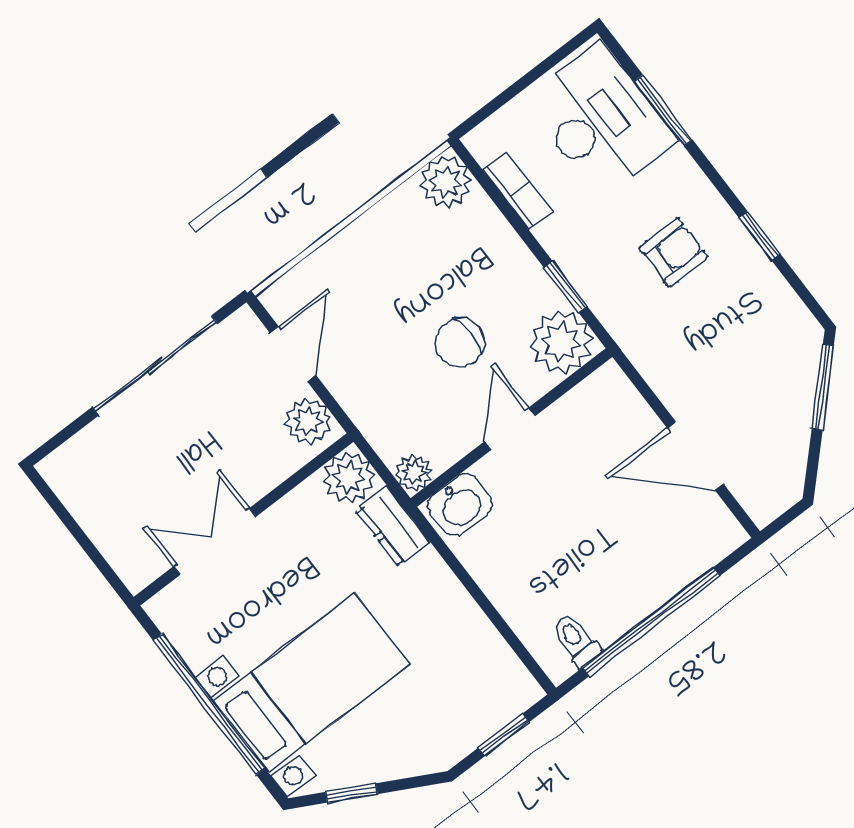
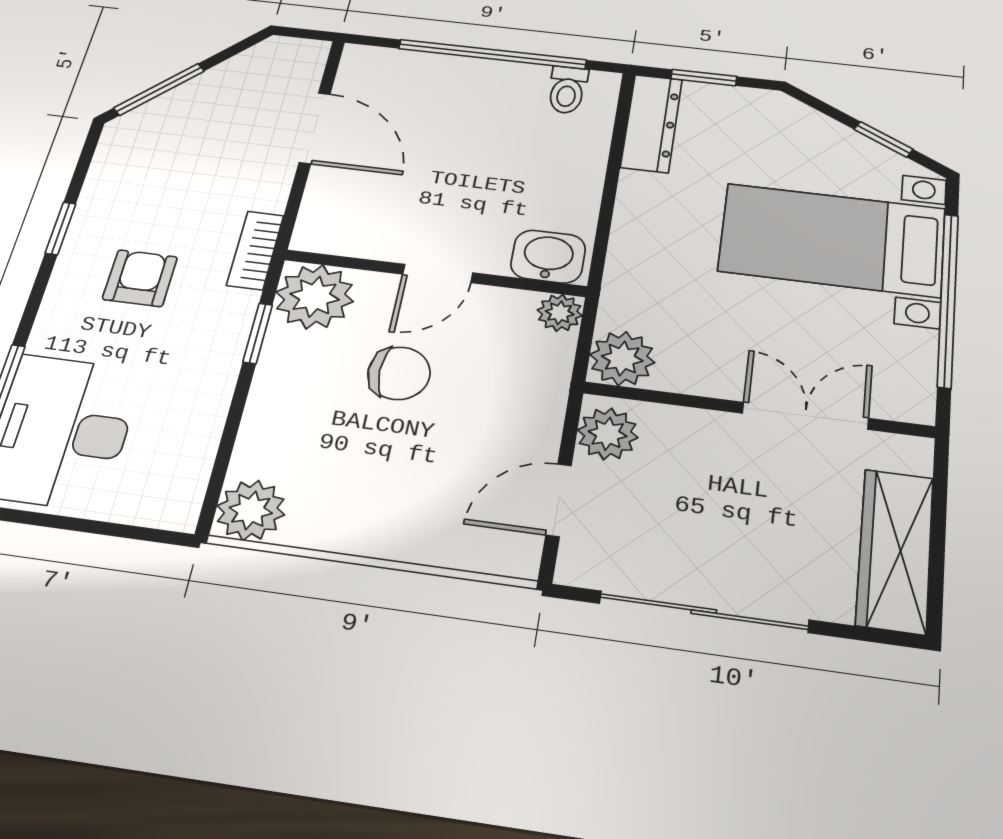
bookcase: (518, 191) -> (255, 250), moved
armchair: (674, 252) -> (140, 278), turned 90
wardrobe: (92, 502) -> (895, 550), added
dresser: (393, 526) -> (652, 123), moved, width x1.44
double door: (215, 541) -> (805, 416), swing flipped

